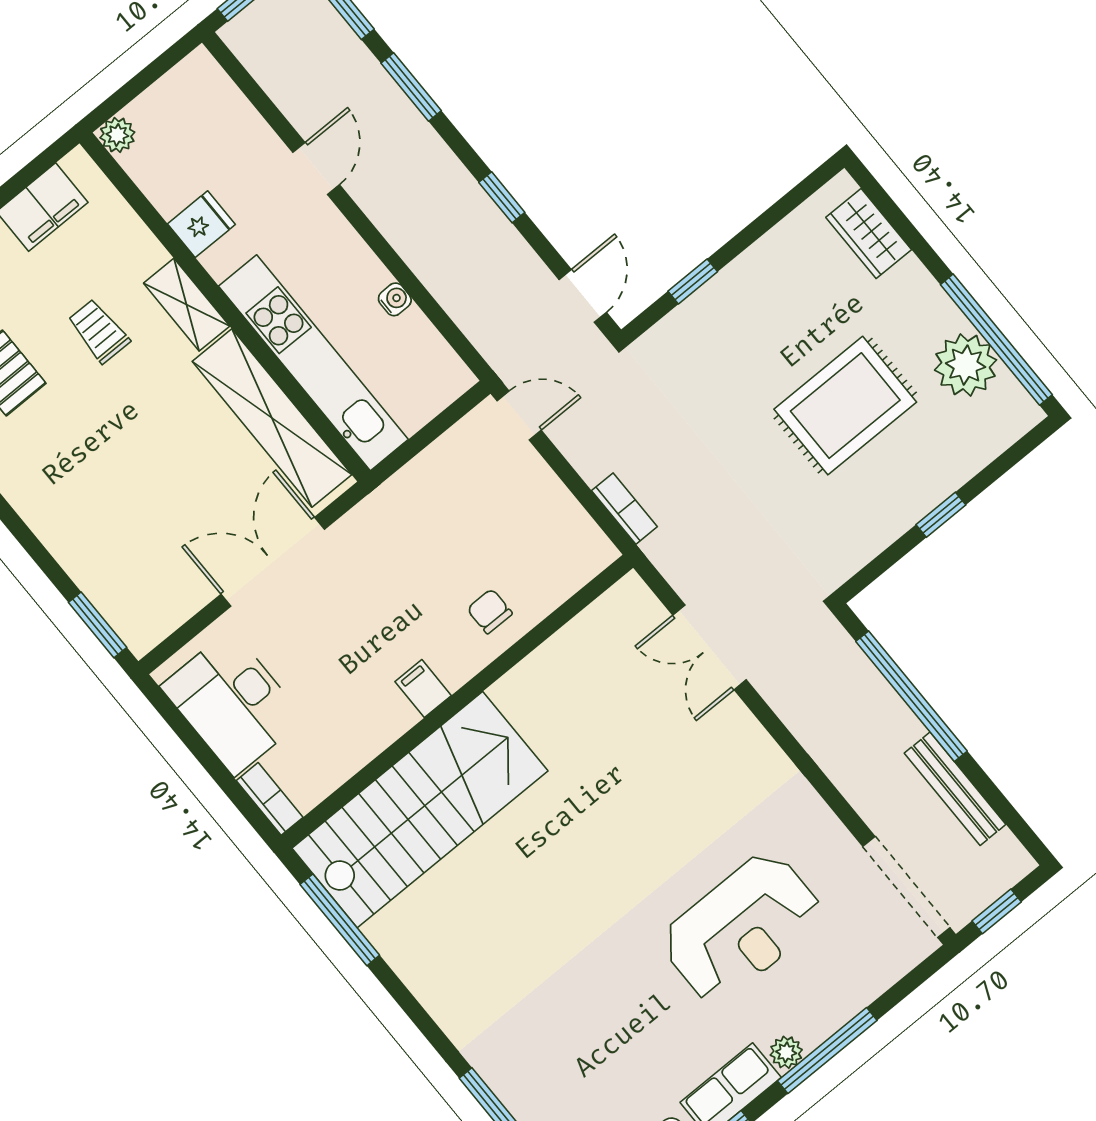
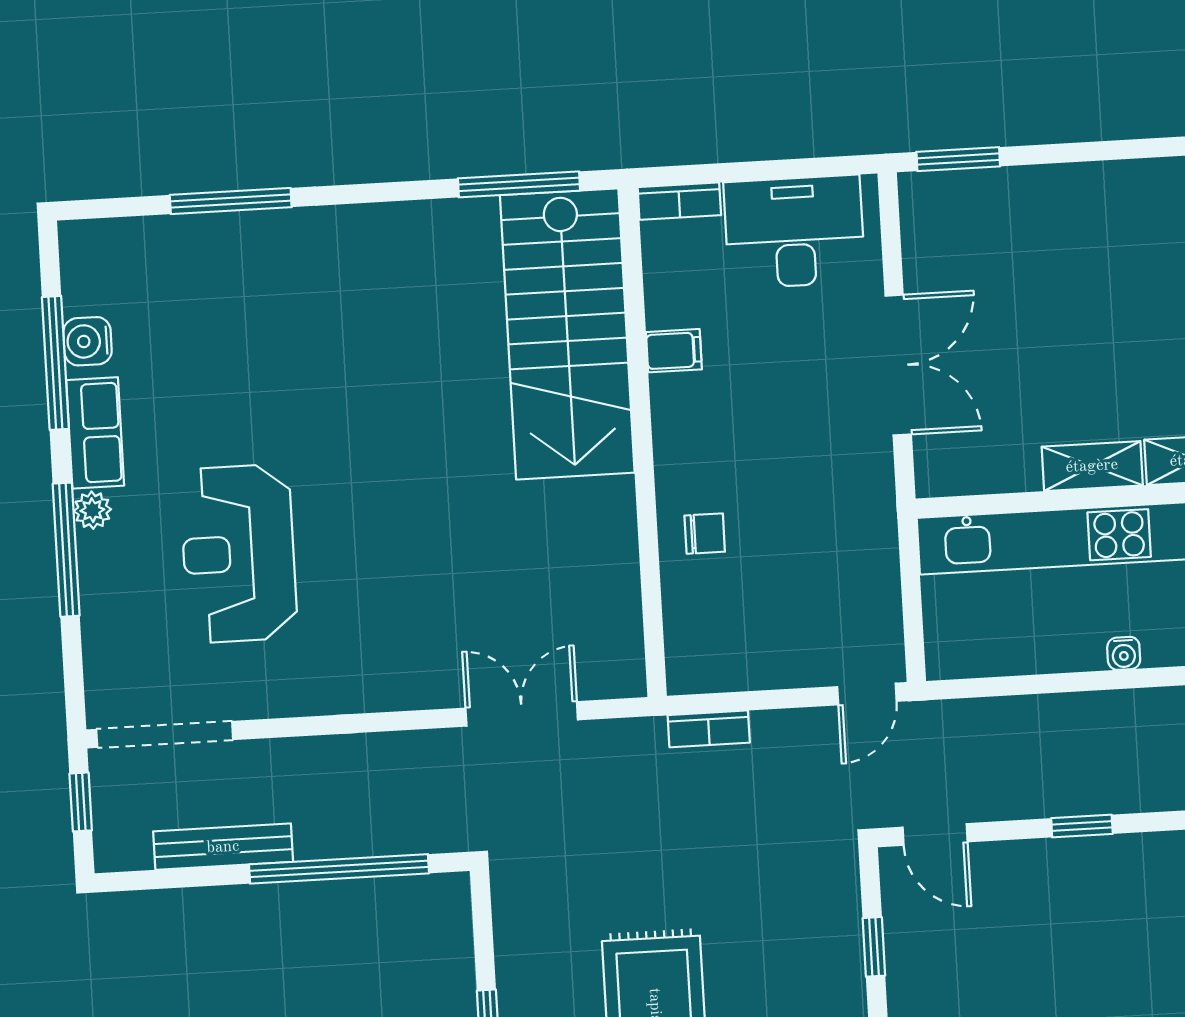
water cooler: (395, 299) -> (1124, 653), moved
shelving: (272, 418) -> (1092, 466), width x0.45, depth x0.75
filing cabinet: (423, 689) -> (674, 351), moved

